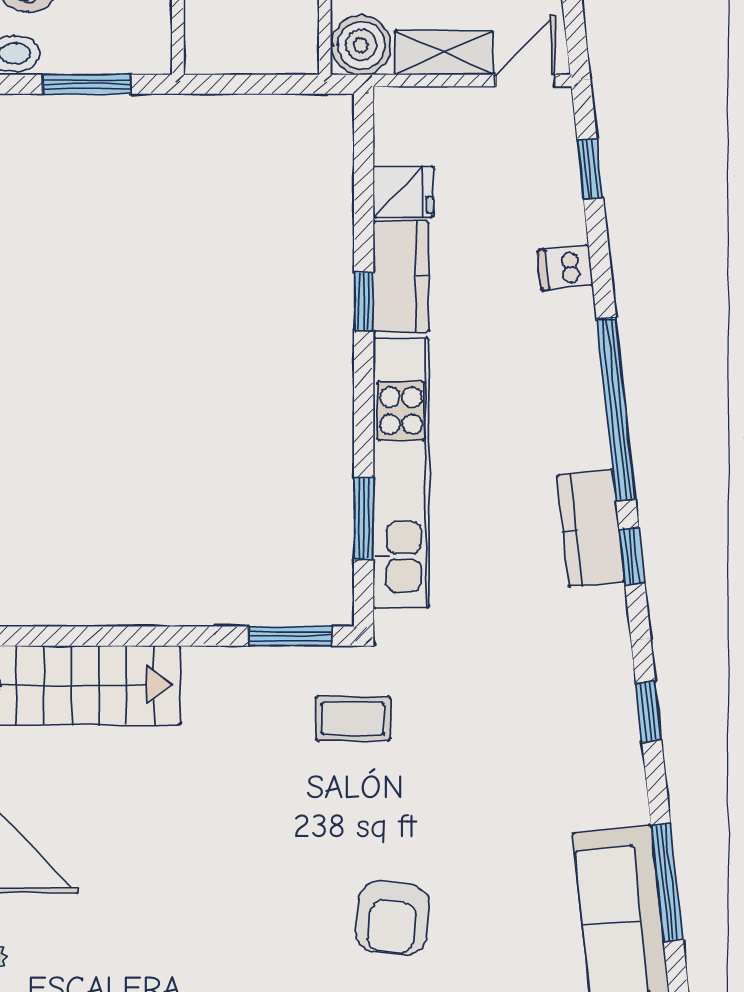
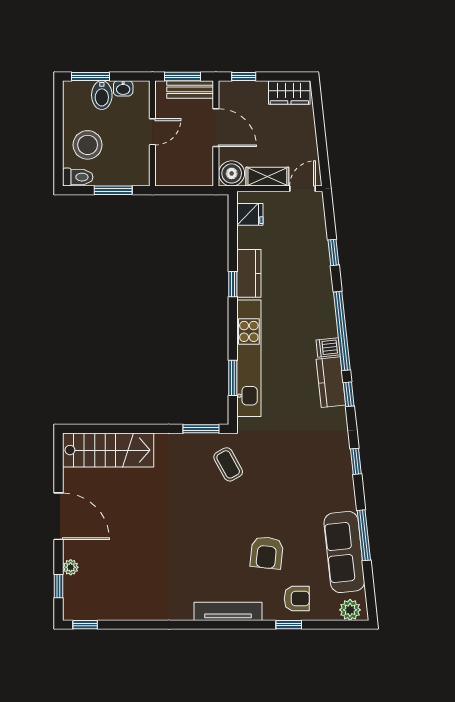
window: (590, 169) -> (333, 252), moved
fridge: (403, 192) -> (250, 214), moved
dishwasher: (565, 268) -> (328, 347), moved
coffee table: (353, 719) -> (228, 464), turned 61
armchair: (393, 918) -> (267, 553), moved

